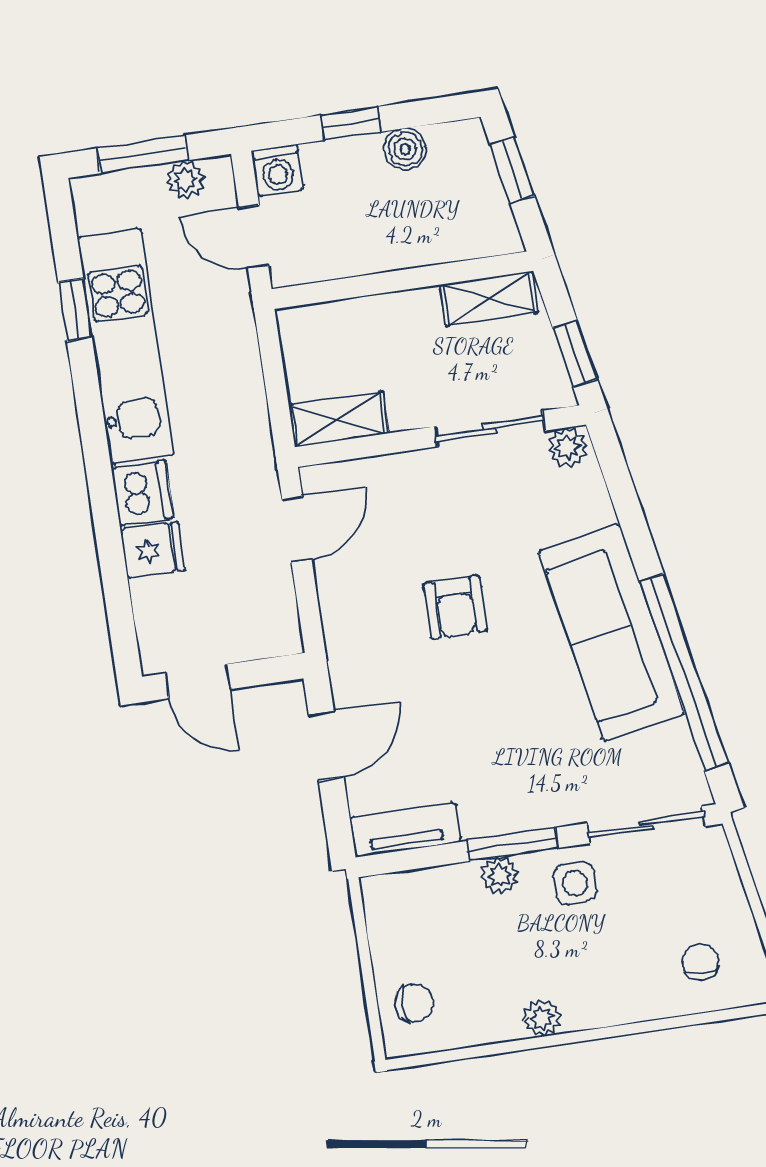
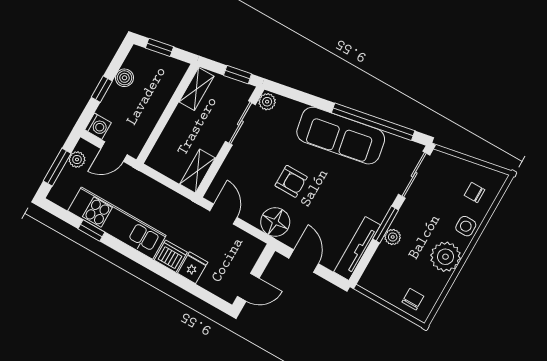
floor lamp: (357, 637) -> (275, 222), added
tv unit: (405, 829) -> (357, 248), width x1.41
side table: (575, 883) -> (466, 226), moved
plant: (542, 1018) -> (445, 257), width x1.88, depth x1.88

